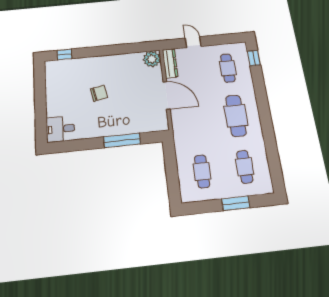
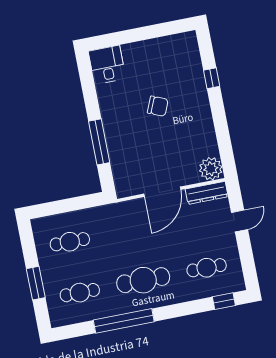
window: (64, 54) -> (212, 78), moved
chair: (99, 93) -> (158, 106), turned -56
window: (268, 134) -> (124, 321), added

